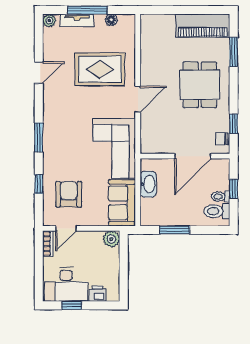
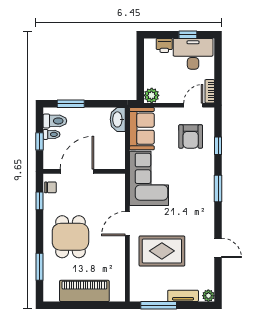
window: (88, 10) -> (159, 305), moved
floor lamp: (111, 20) -> (152, 296), removed
piano: (203, 26) -> (84, 291), moved
door: (39, 73) -> (218, 248), swing flipped
washbasin: (148, 184) -> (118, 119), moved
window: (175, 230) -> (71, 104), moved

